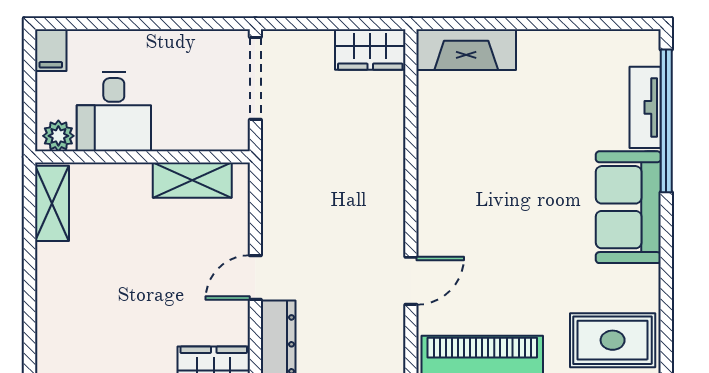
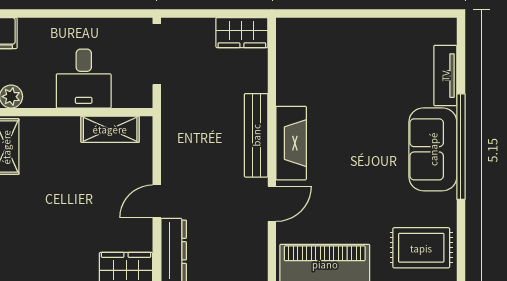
fireplace: (466, 50) -> (291, 143), moved, turned -90
desk: (114, 111) -> (84, 79), moved
window: (666, 121) -> (461, 147), moved
bench: (389, 188) -> (256, 135), added

